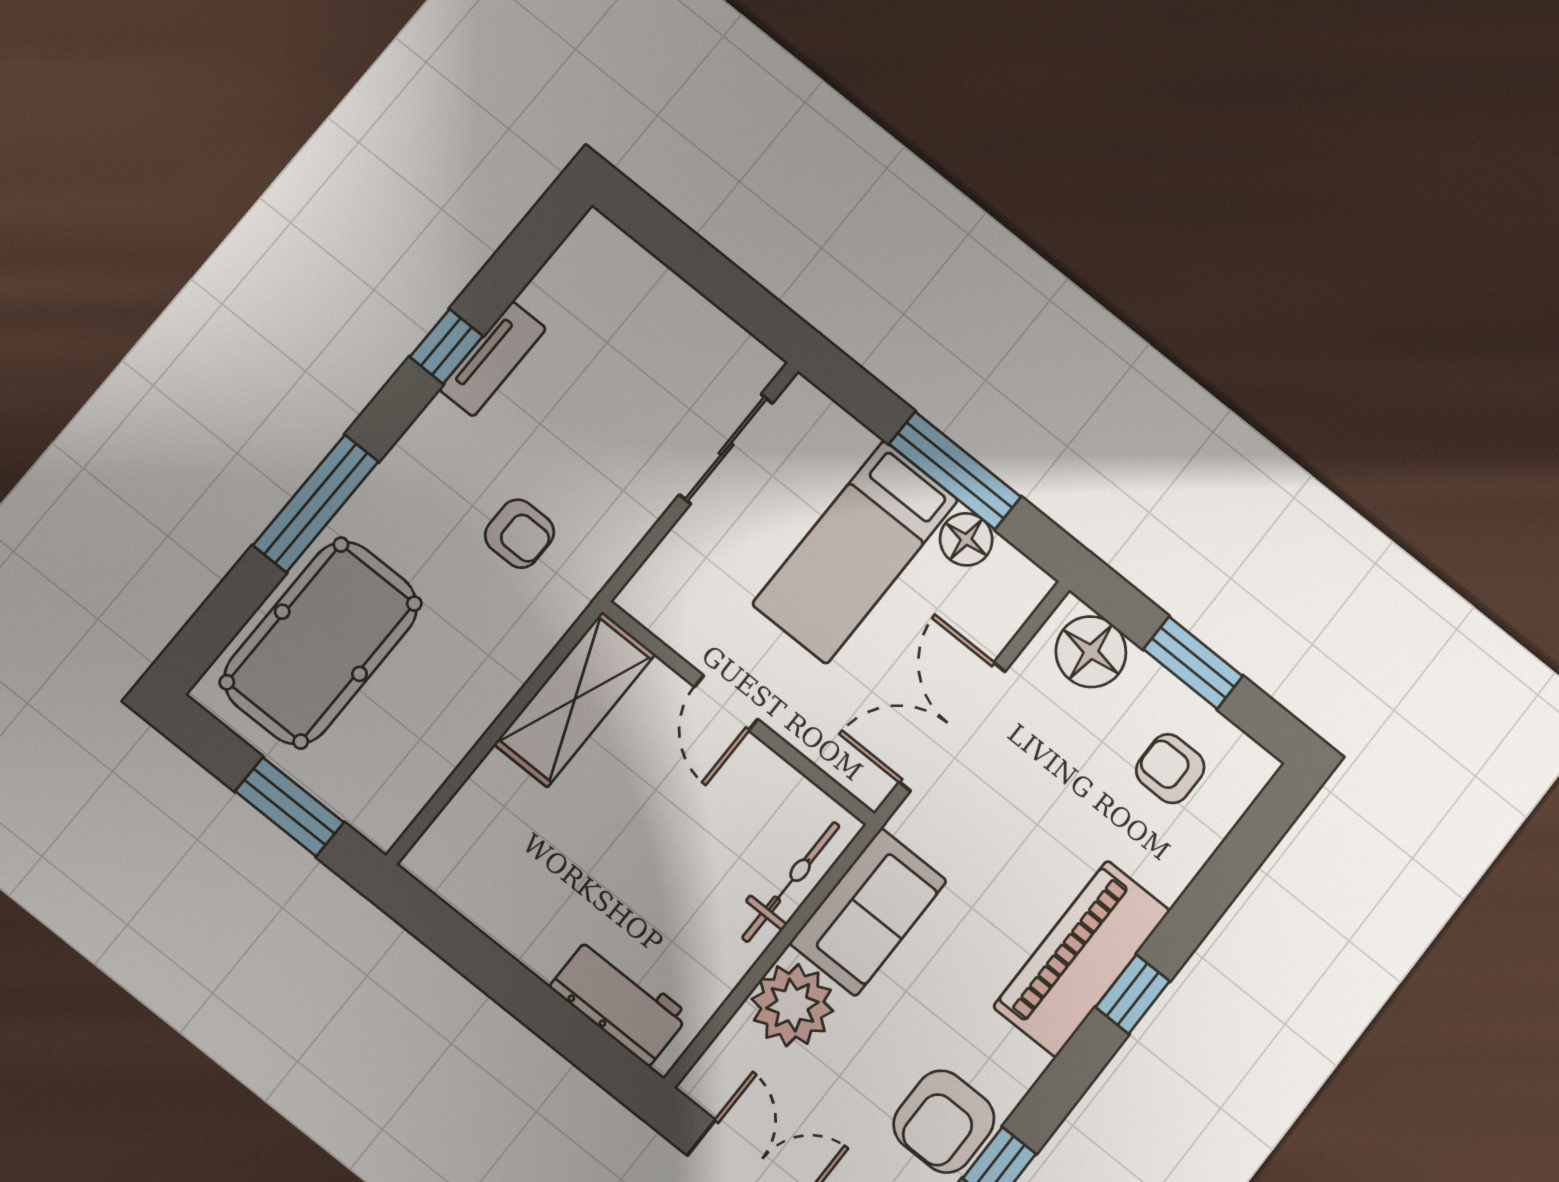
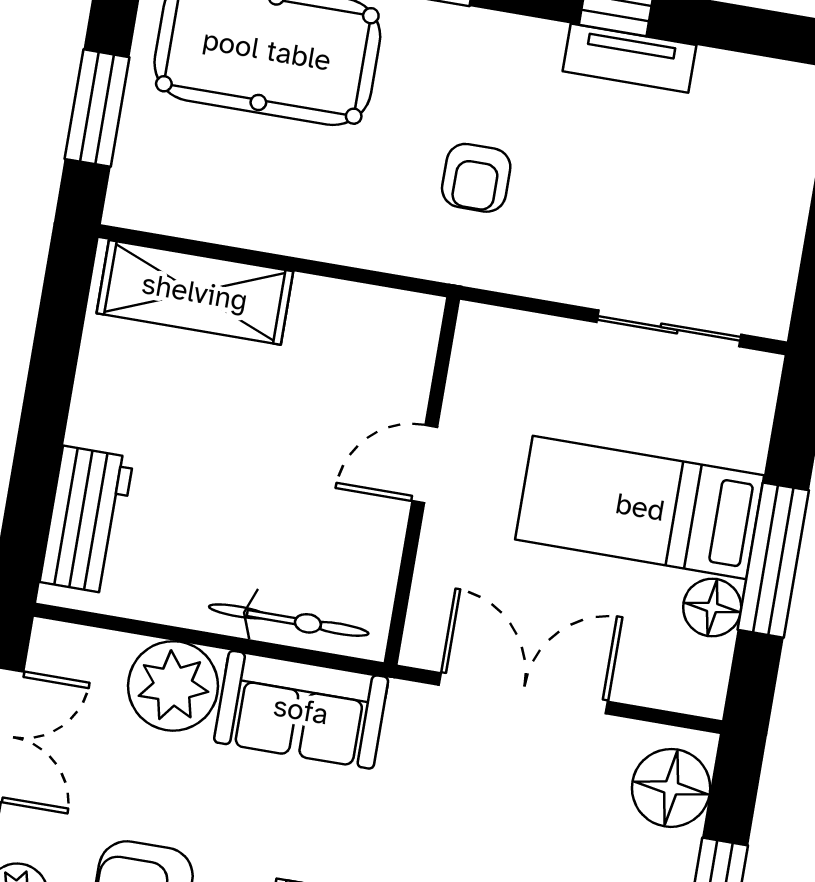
shelving: (575, 699) -> (195, 292), moved

